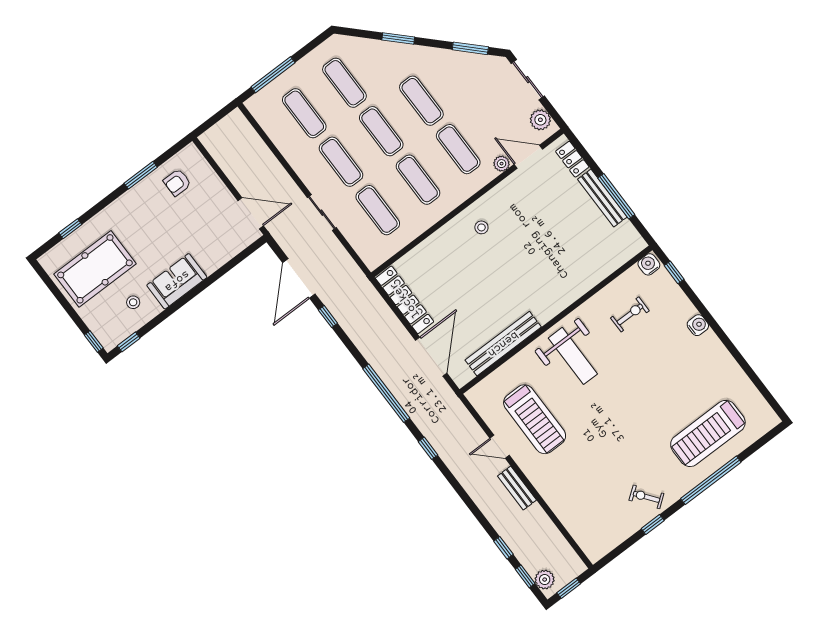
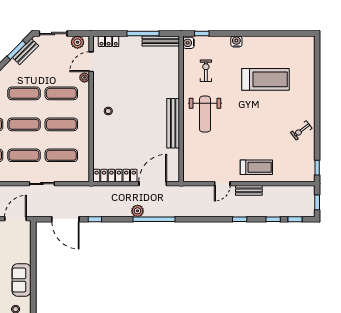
bench: (477, 62) -> (26, 52), added
bench: (602, 198) -> (161, 41), moved
bench: (503, 344) -> (173, 123), moved
weight bench: (573, 356) -> (205, 114), turned 90
door: (431, 357) -> (153, 184), hinge flipped
treadmill: (535, 419) -> (256, 167), moved, width x0.73, depth x0.73
treadmill: (708, 433) -> (265, 79), moved, turned -90
window: (428, 448) -> (240, 219), moved
window: (711, 480) -> (317, 93), removed
window: (653, 524) -> (317, 168), moved
plant: (545, 580) -> (138, 211), moved

